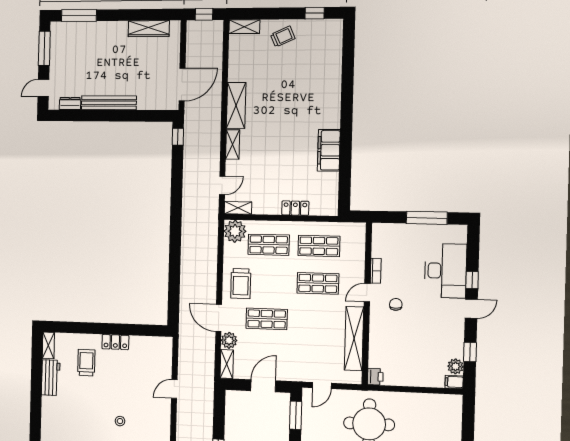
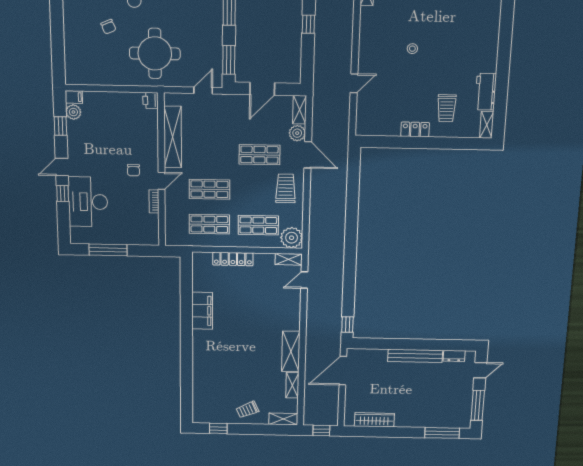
shelving: (233, 144) -> (292, 385), moved
locker: (295, 208) -> (233, 259), width x1.53

